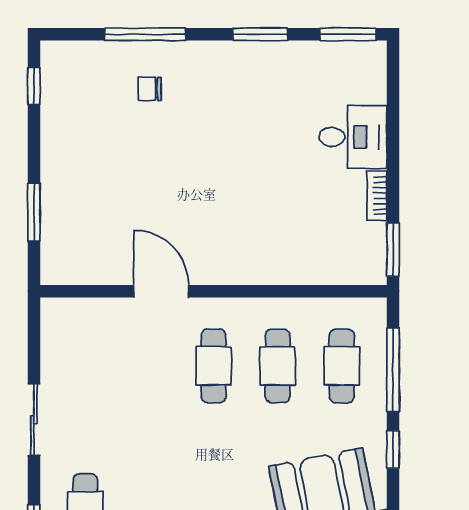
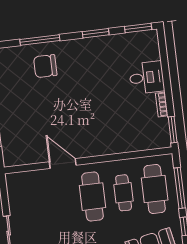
chair: (150, 89) -> (45, 66), width x1.87, depth x1.87
cafe table: (214, 366) -> (92, 197), width x1.37, depth x1.35
cafe table: (342, 366) -> (155, 189), width x1.37, depth x1.35

